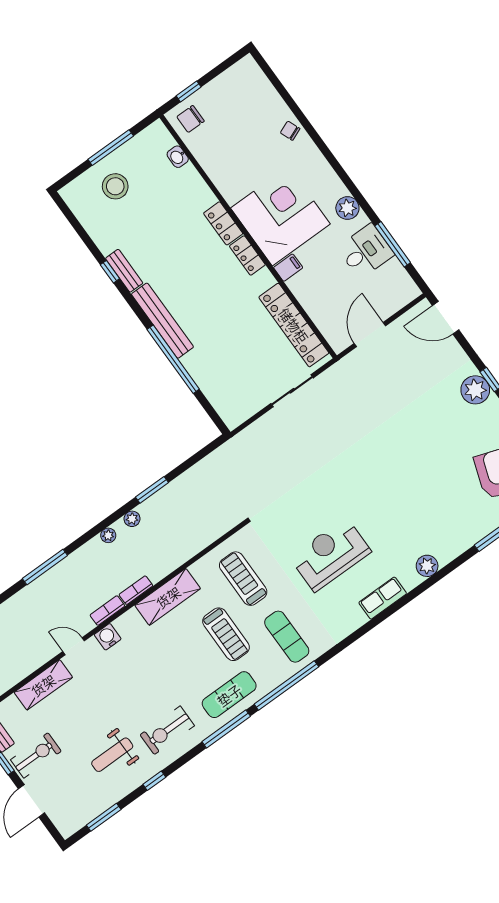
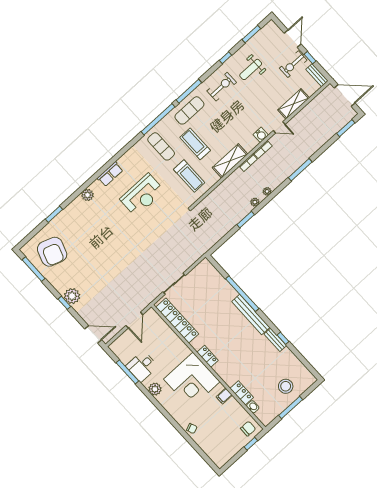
locker: (223, 223) -> (242, 393), moved
filing cabinet: (288, 268) -> (224, 396), moved
weight bench: (112, 755) -> (251, 69), turned 180

